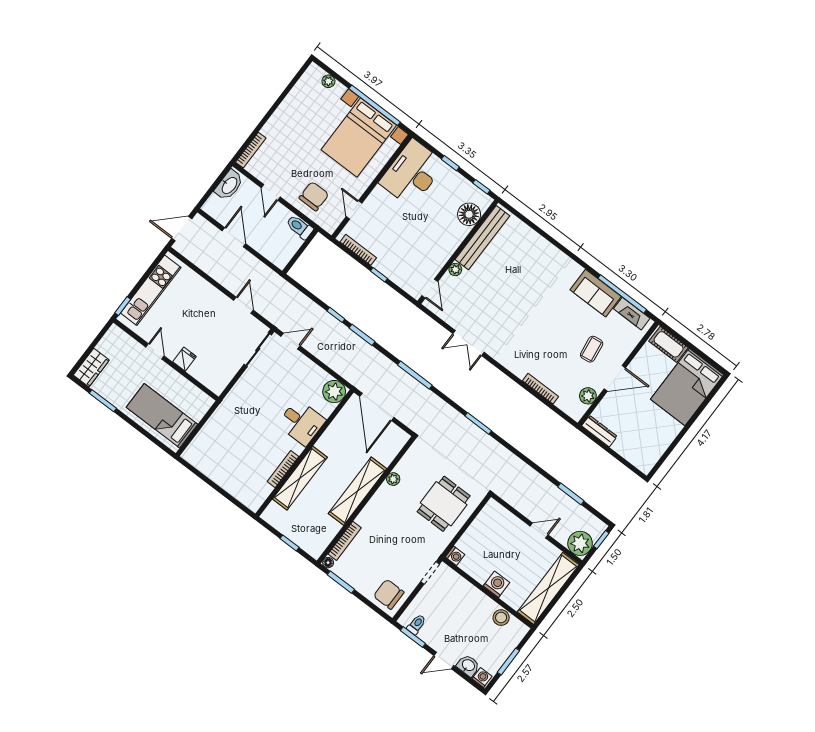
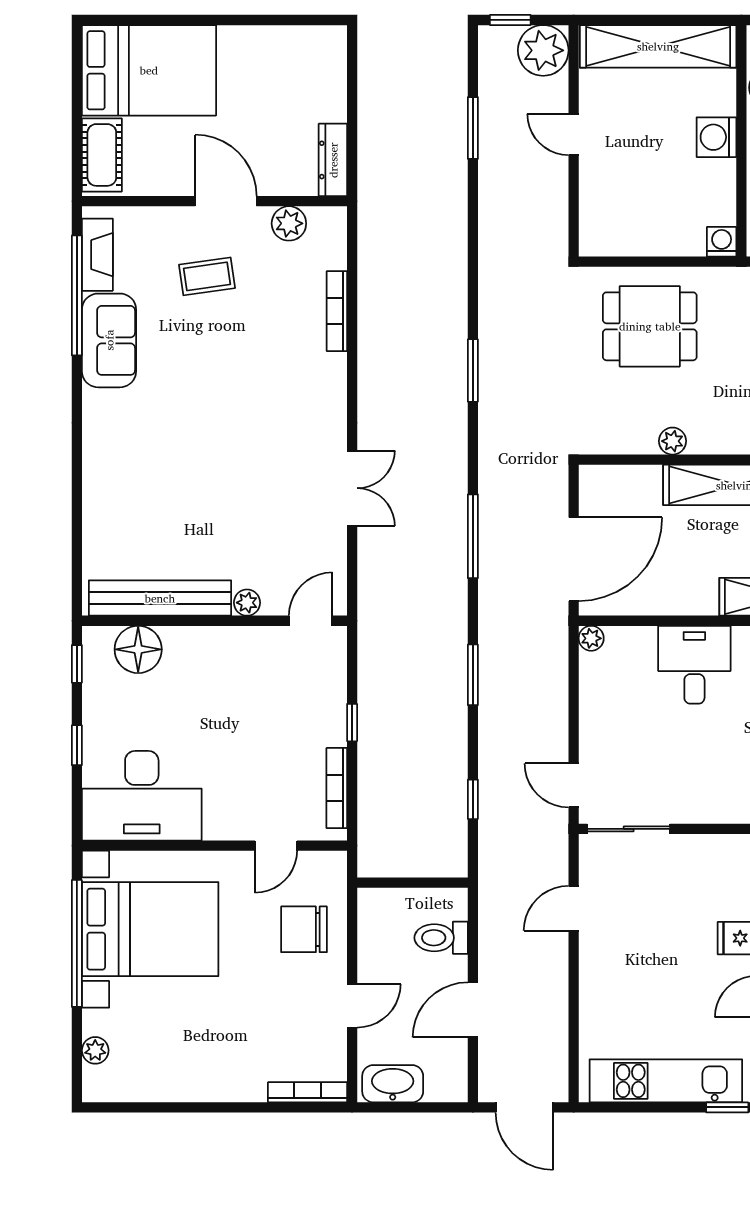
toilet: (299, 227) -> (441, 938), moved, turned 90
window: (336, 315) -> (473, 799), moved
plant: (334, 392) -> (591, 638), width x0.53, depth x0.53

